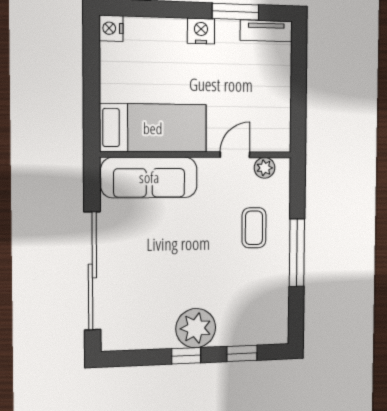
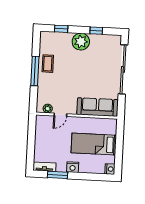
bed: (153, 128) -> (94, 144), moved
coffee table: (254, 228) -> (48, 64), moved
window: (186, 356) -> (96, 31), moved

